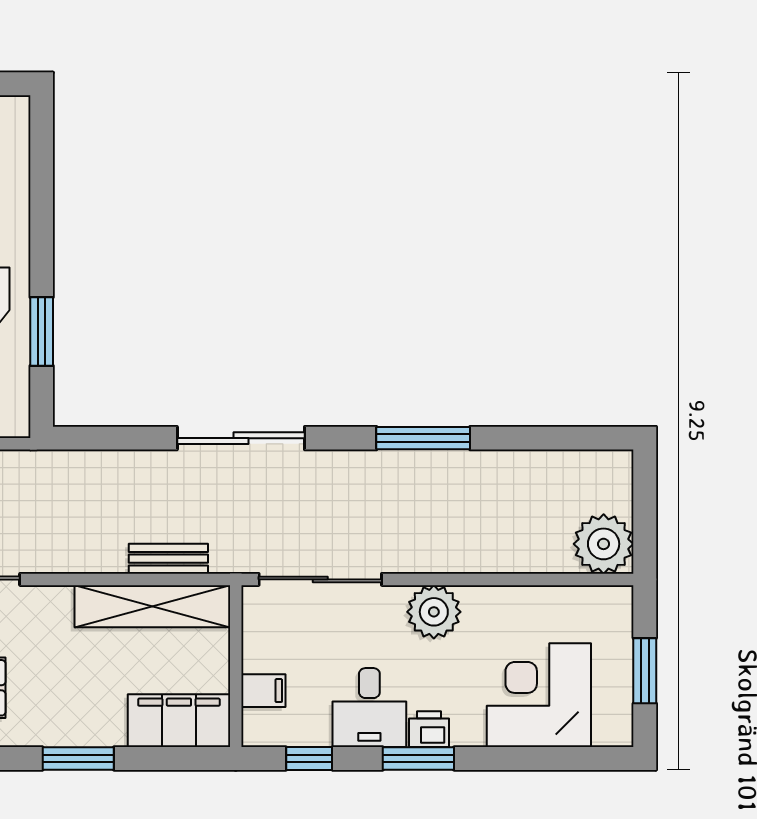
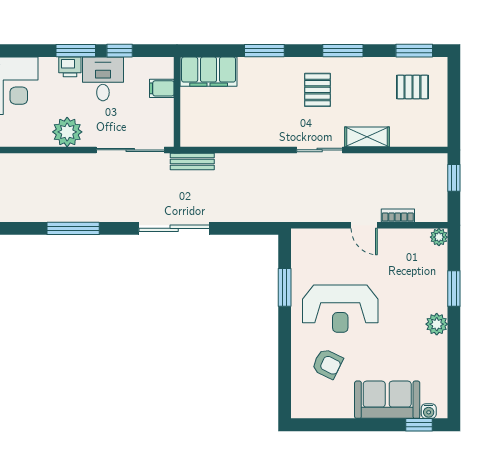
bench: (168, 559) -> (192, 161), moved
shelving: (152, 606) -> (223, 135), removed
window: (309, 759) -> (120, 51), moved

